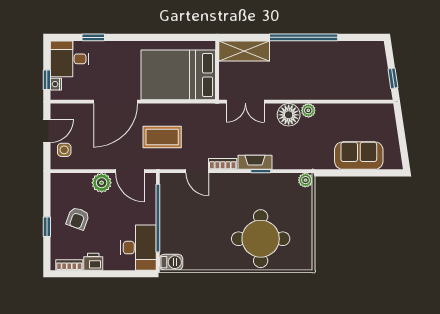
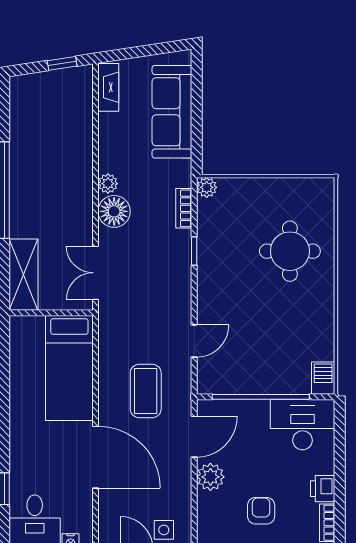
bed: (178, 75) -> (69, 368), width x0.67
double door: (245, 102) -> (96, 273), swing flipped
sofa: (359, 156) -> (172, 112), width x1.36
fireplace: (255, 162) -> (108, 87), moved, turned 180
bookcase: (223, 164) -> (184, 208), moved
armchair: (78, 218) -> (261, 511), turned -110
round table: (261, 239) -> (290, 251), width x0.73, depth x0.73

